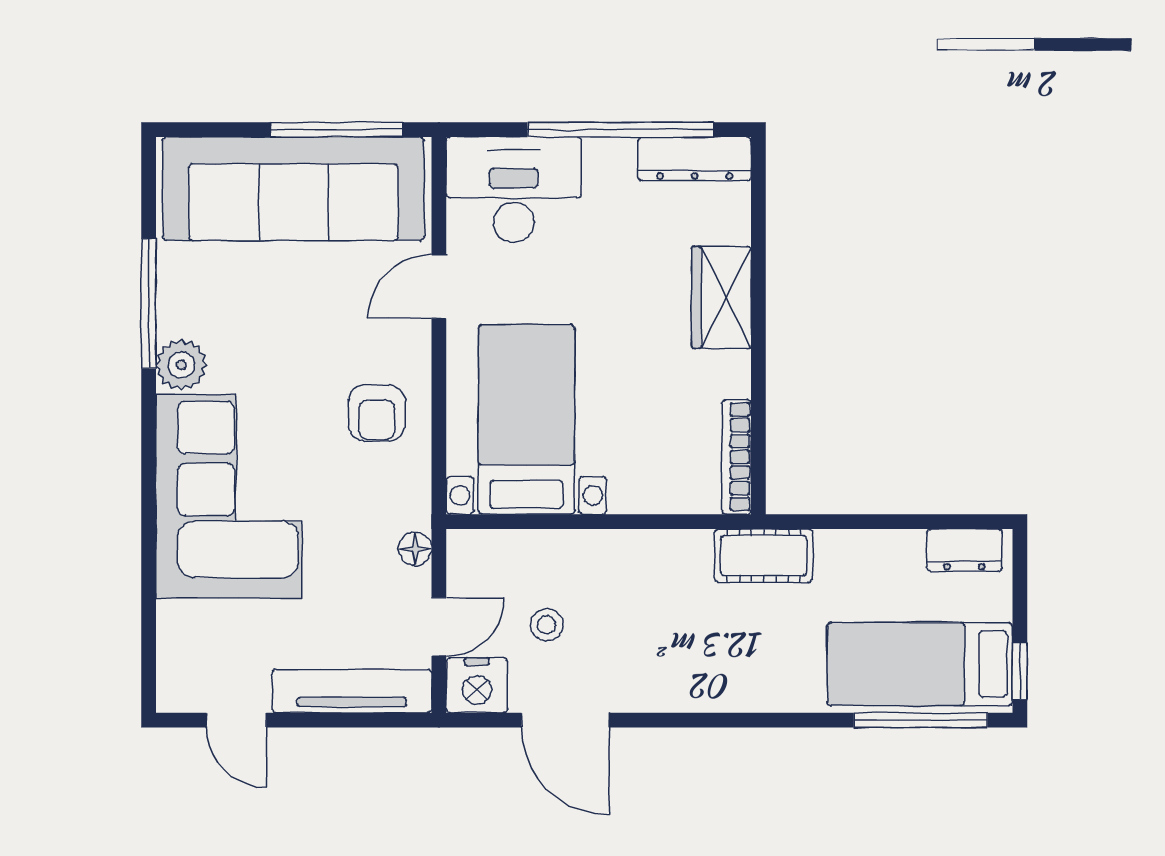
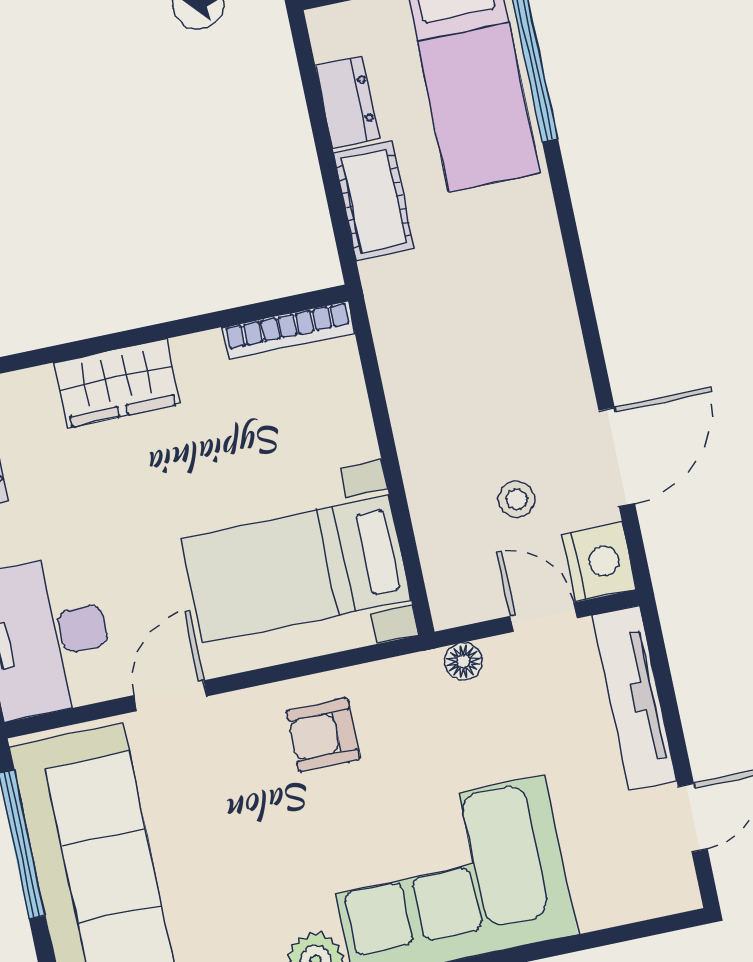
door: (439, 287) -> (170, 696), swing flipped
armchair: (377, 413) -> (323, 735), turned 180
dresser: (964, 550) -> (347, 103), moved
cot: (764, 556) -> (374, 201), moved

